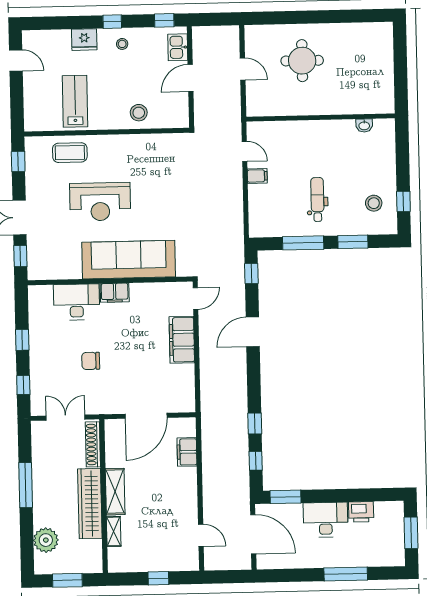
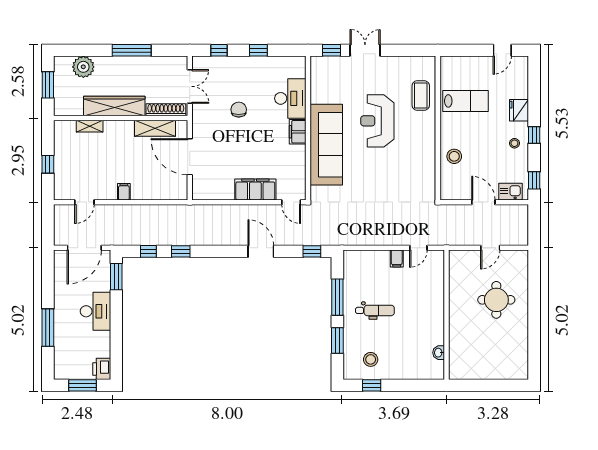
window: (18, 161) -> (414, 50), removed
filing cabinet: (187, 452) -> (124, 192), moved, width x0.50
shelving: (115, 492) -> (155, 128), moved
printer: (361, 512) -> (102, 369), moved

